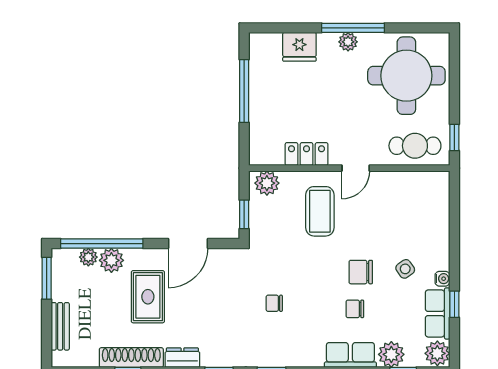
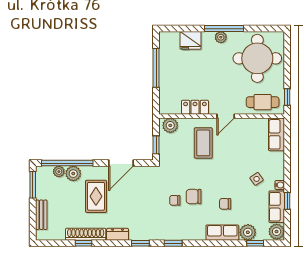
row of seats: (437, 197) -> (276, 134), added
chair: (361, 272) -> (194, 197), moved

